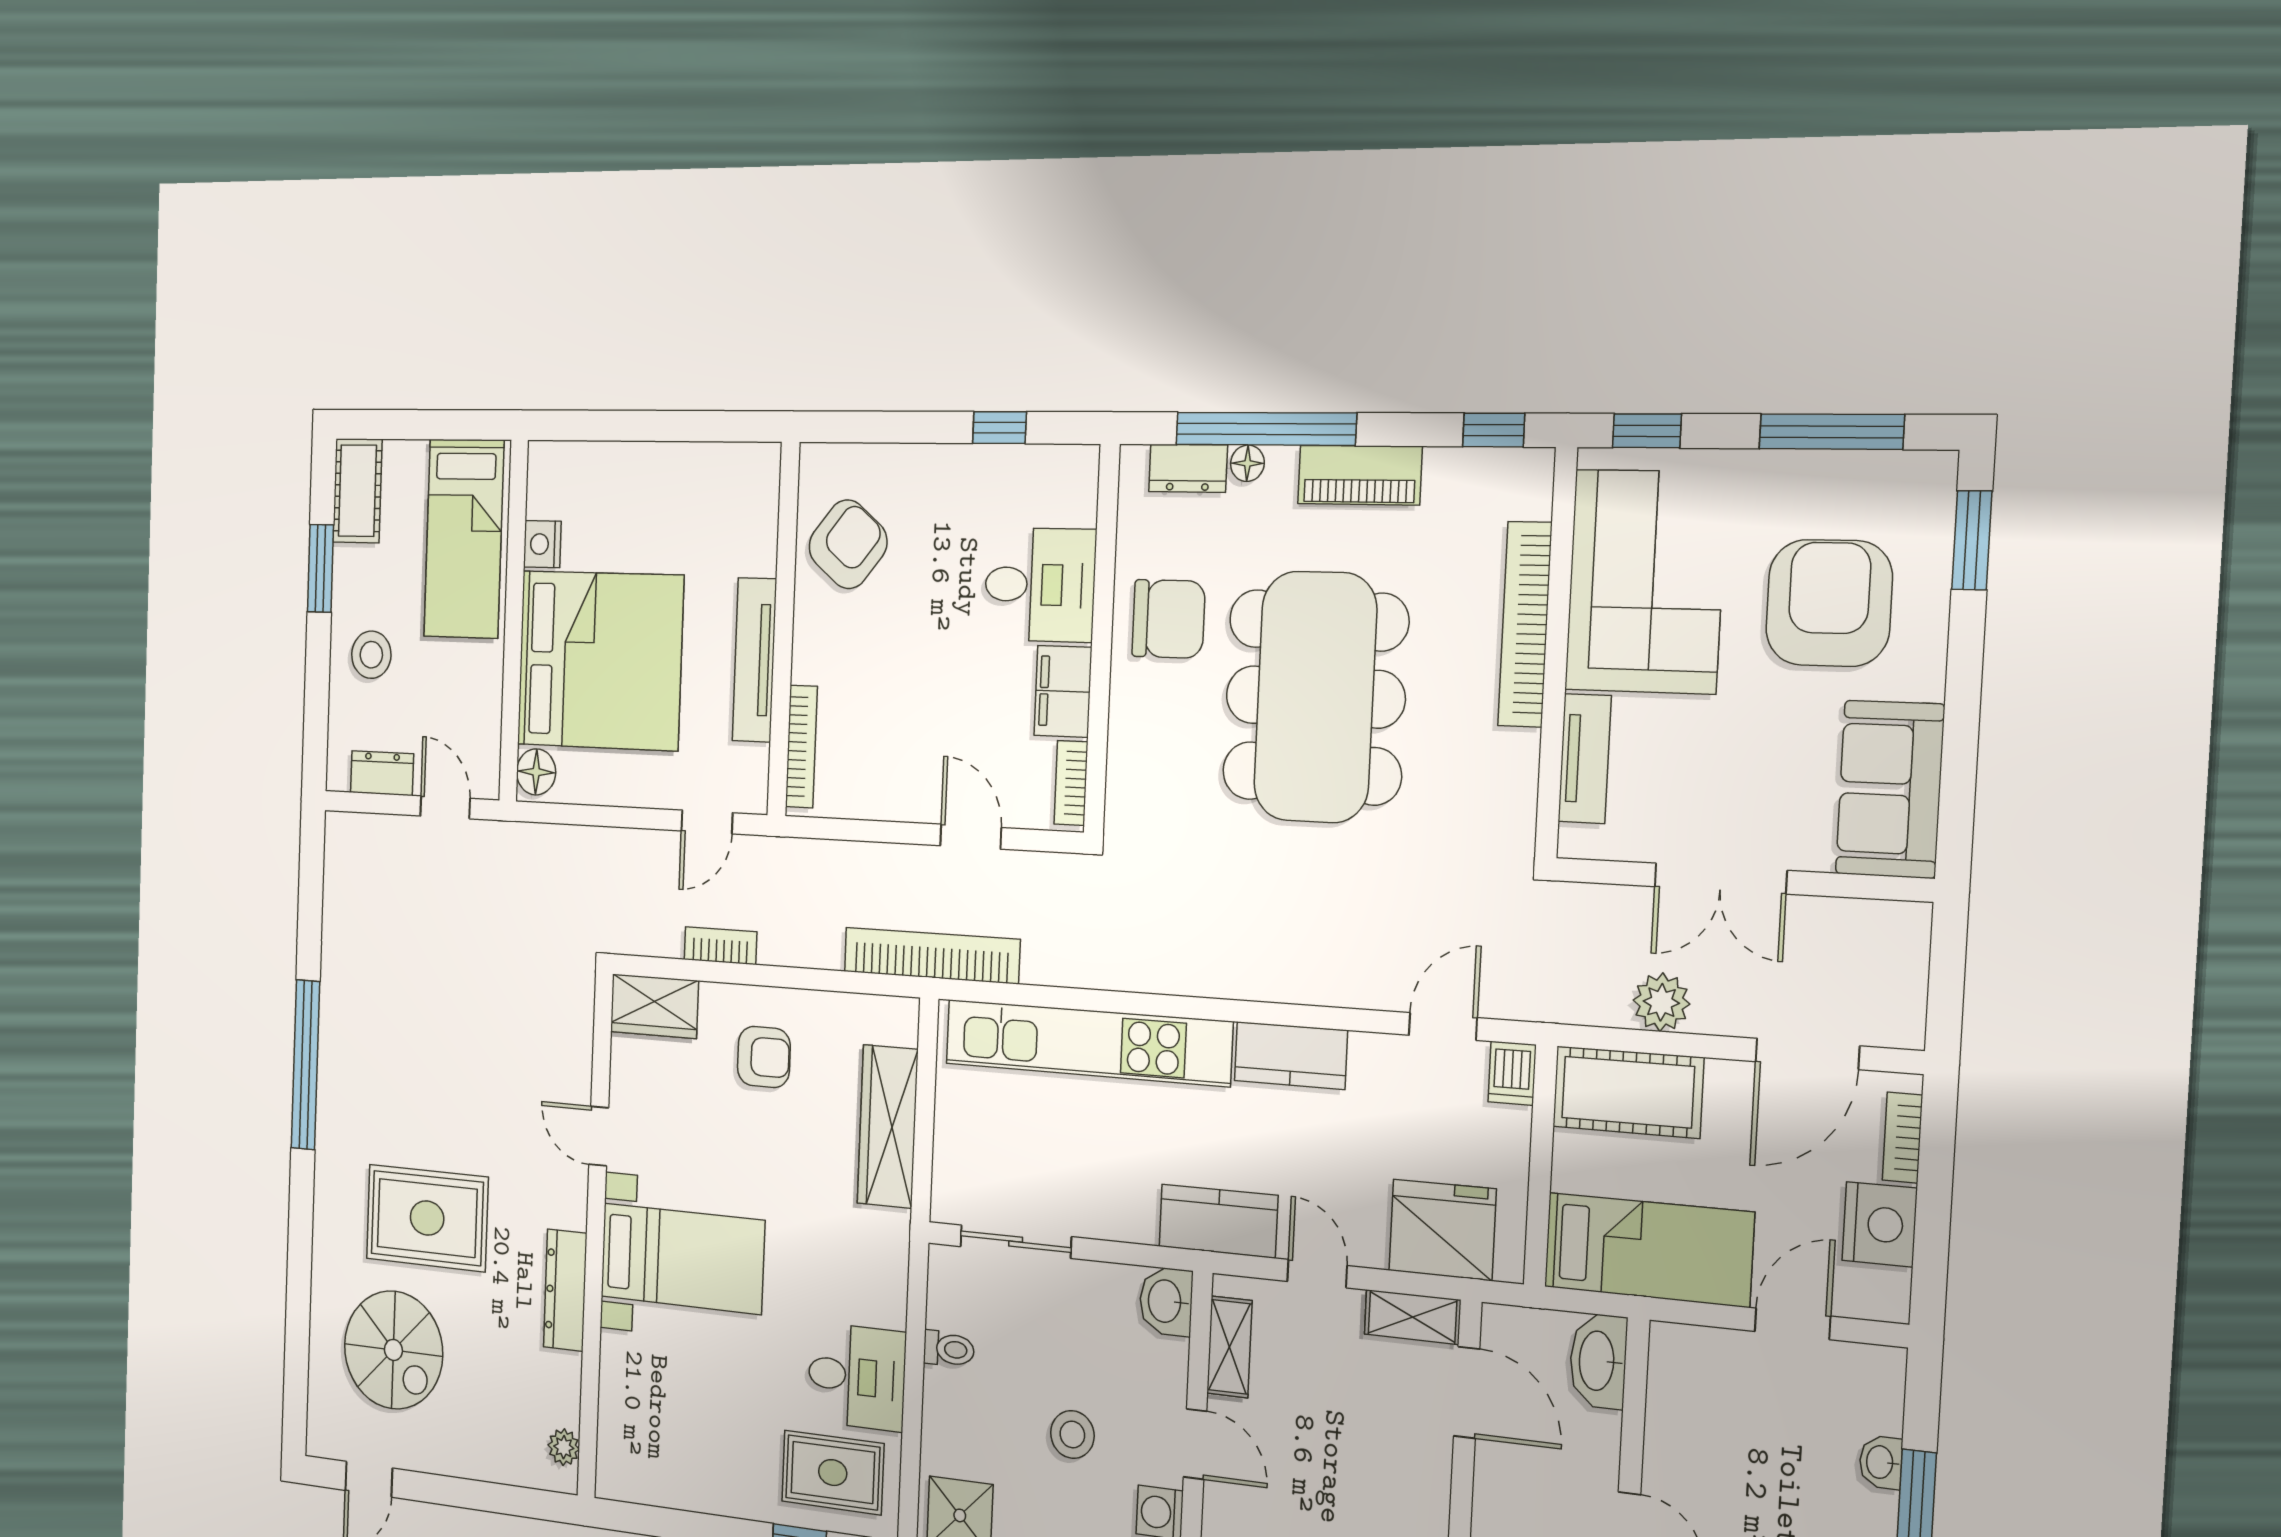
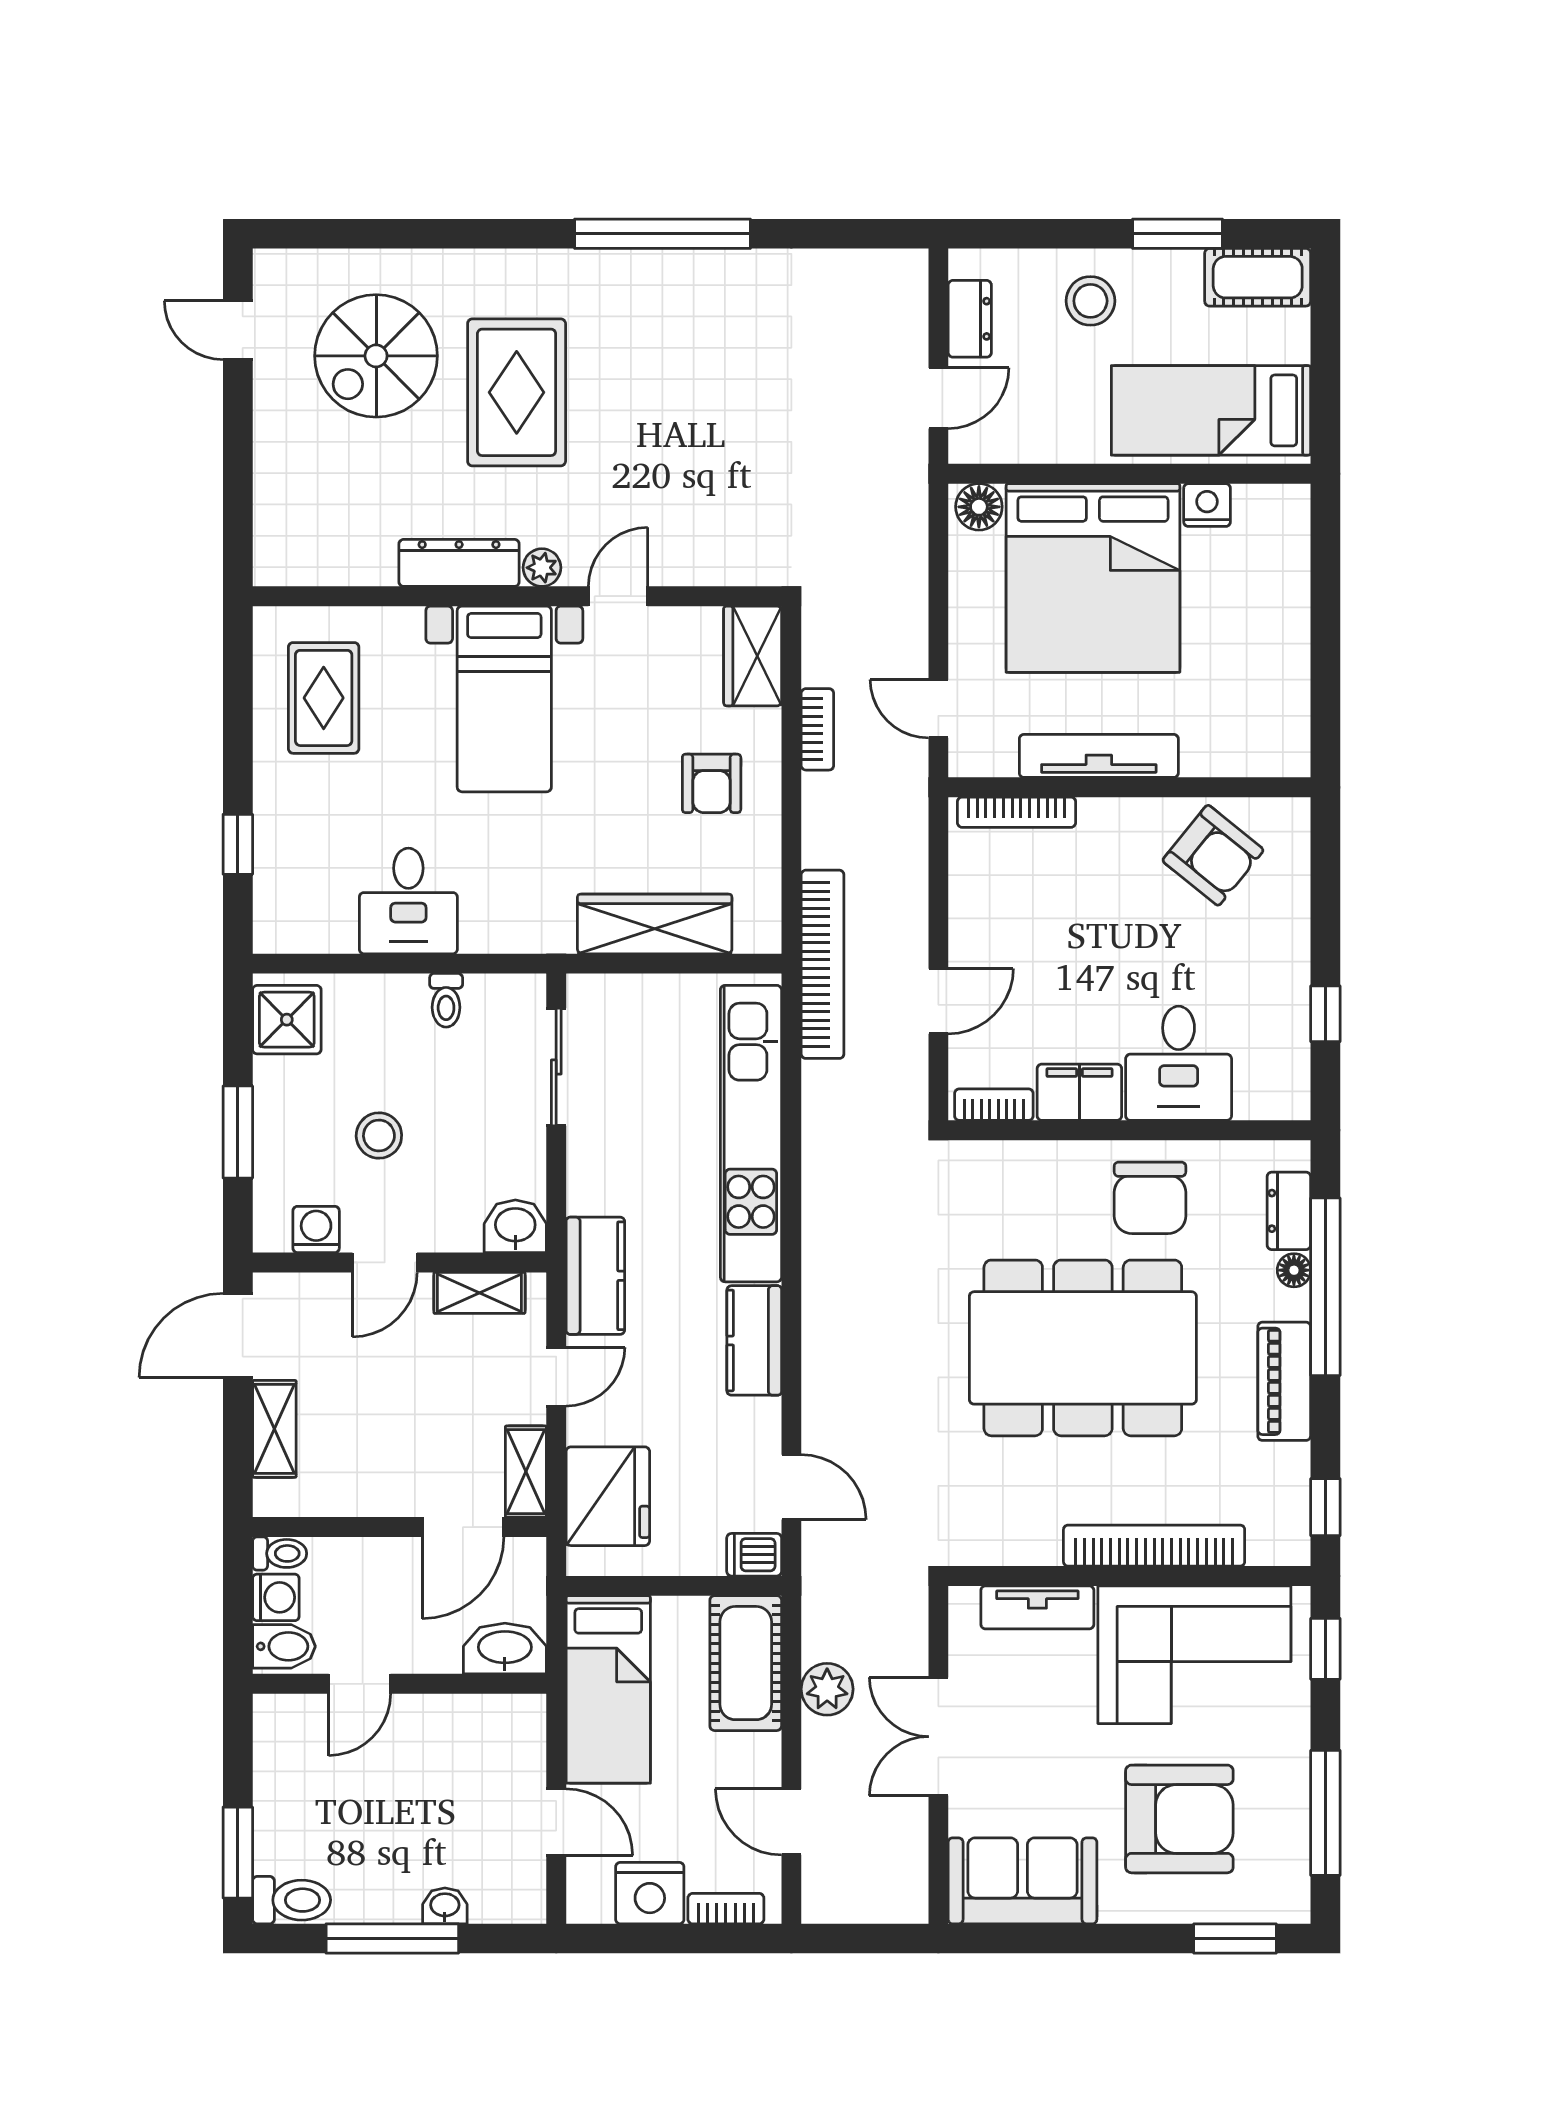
door: (1807, 1054) -> (791, 1822), width x0.73
plant: (564, 1447) -> (542, 568), moved
rug: (833, 1473) -> (324, 698), moved

